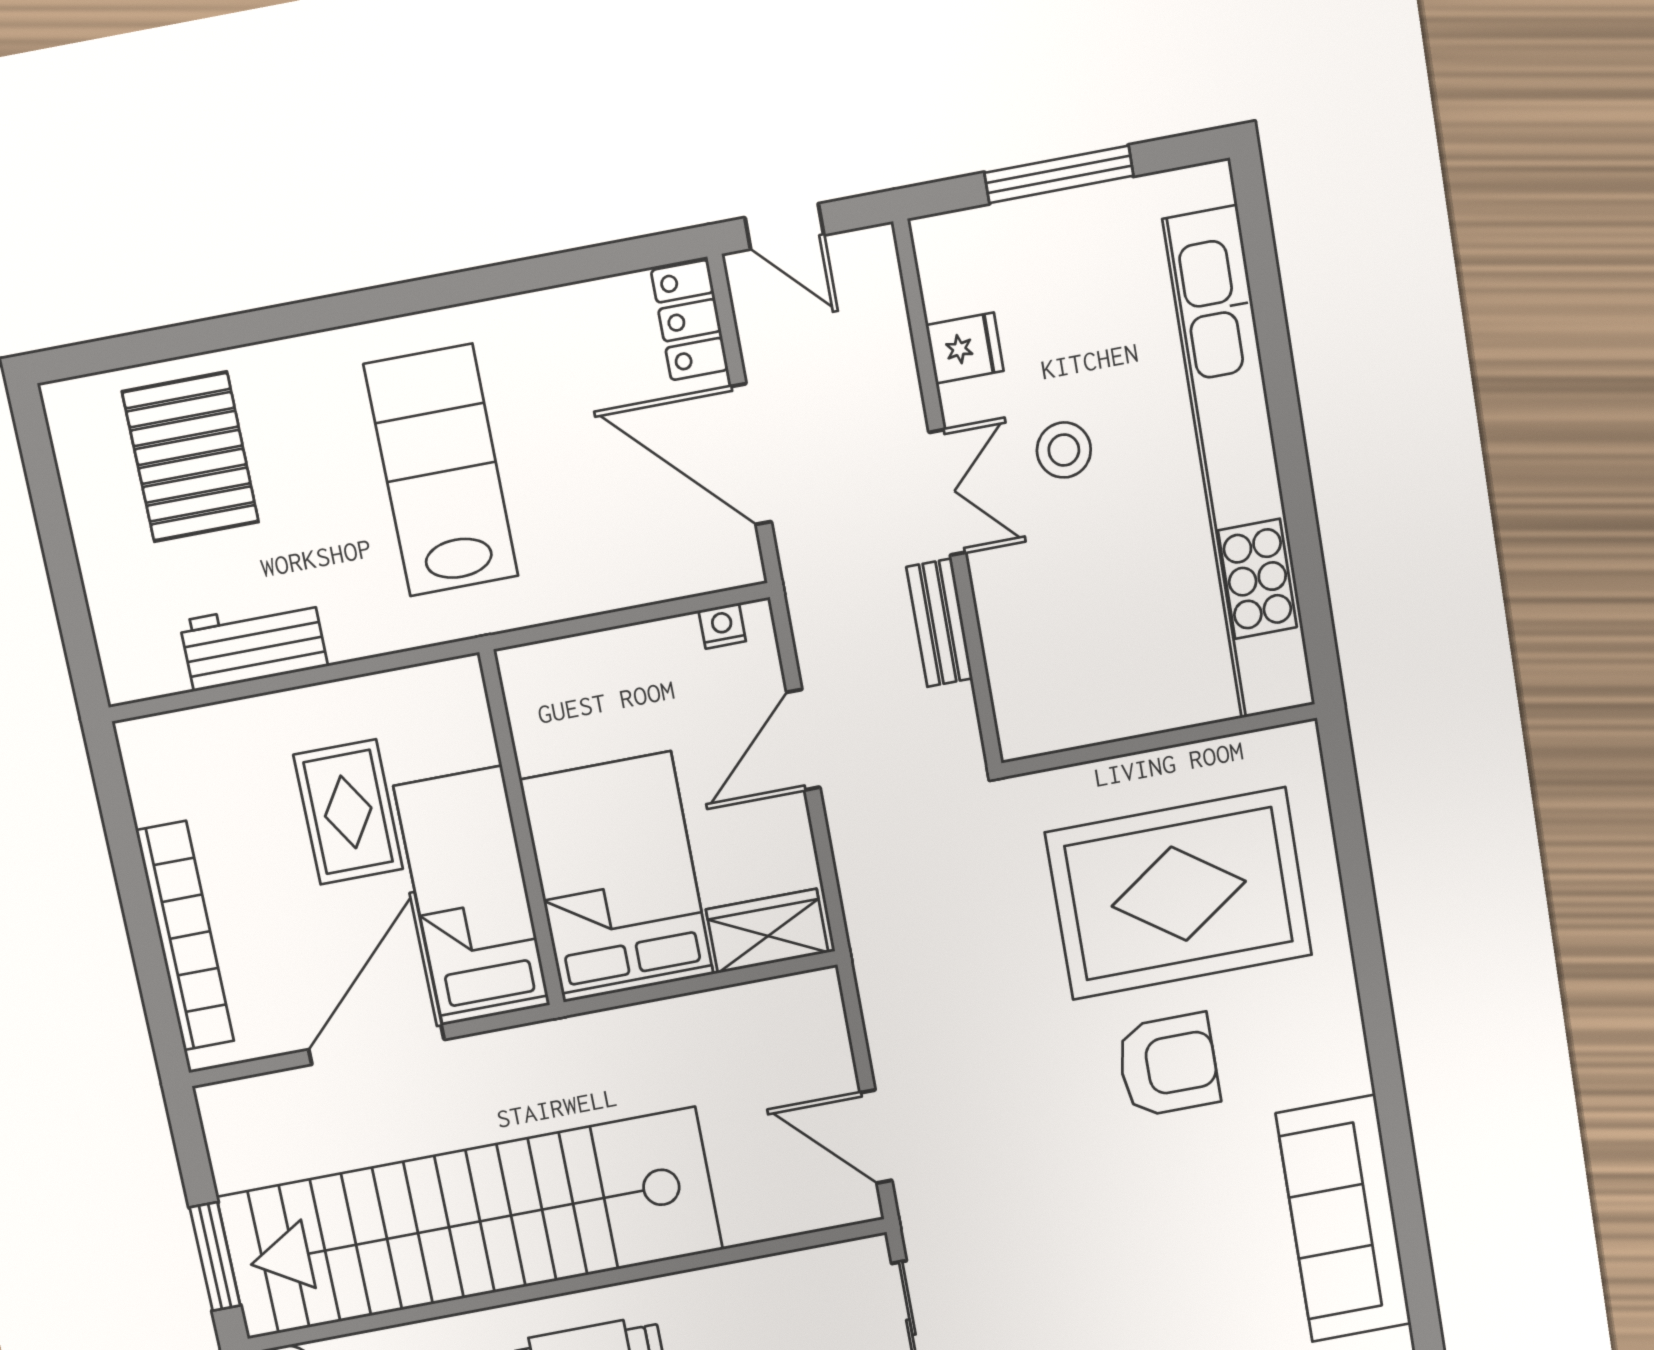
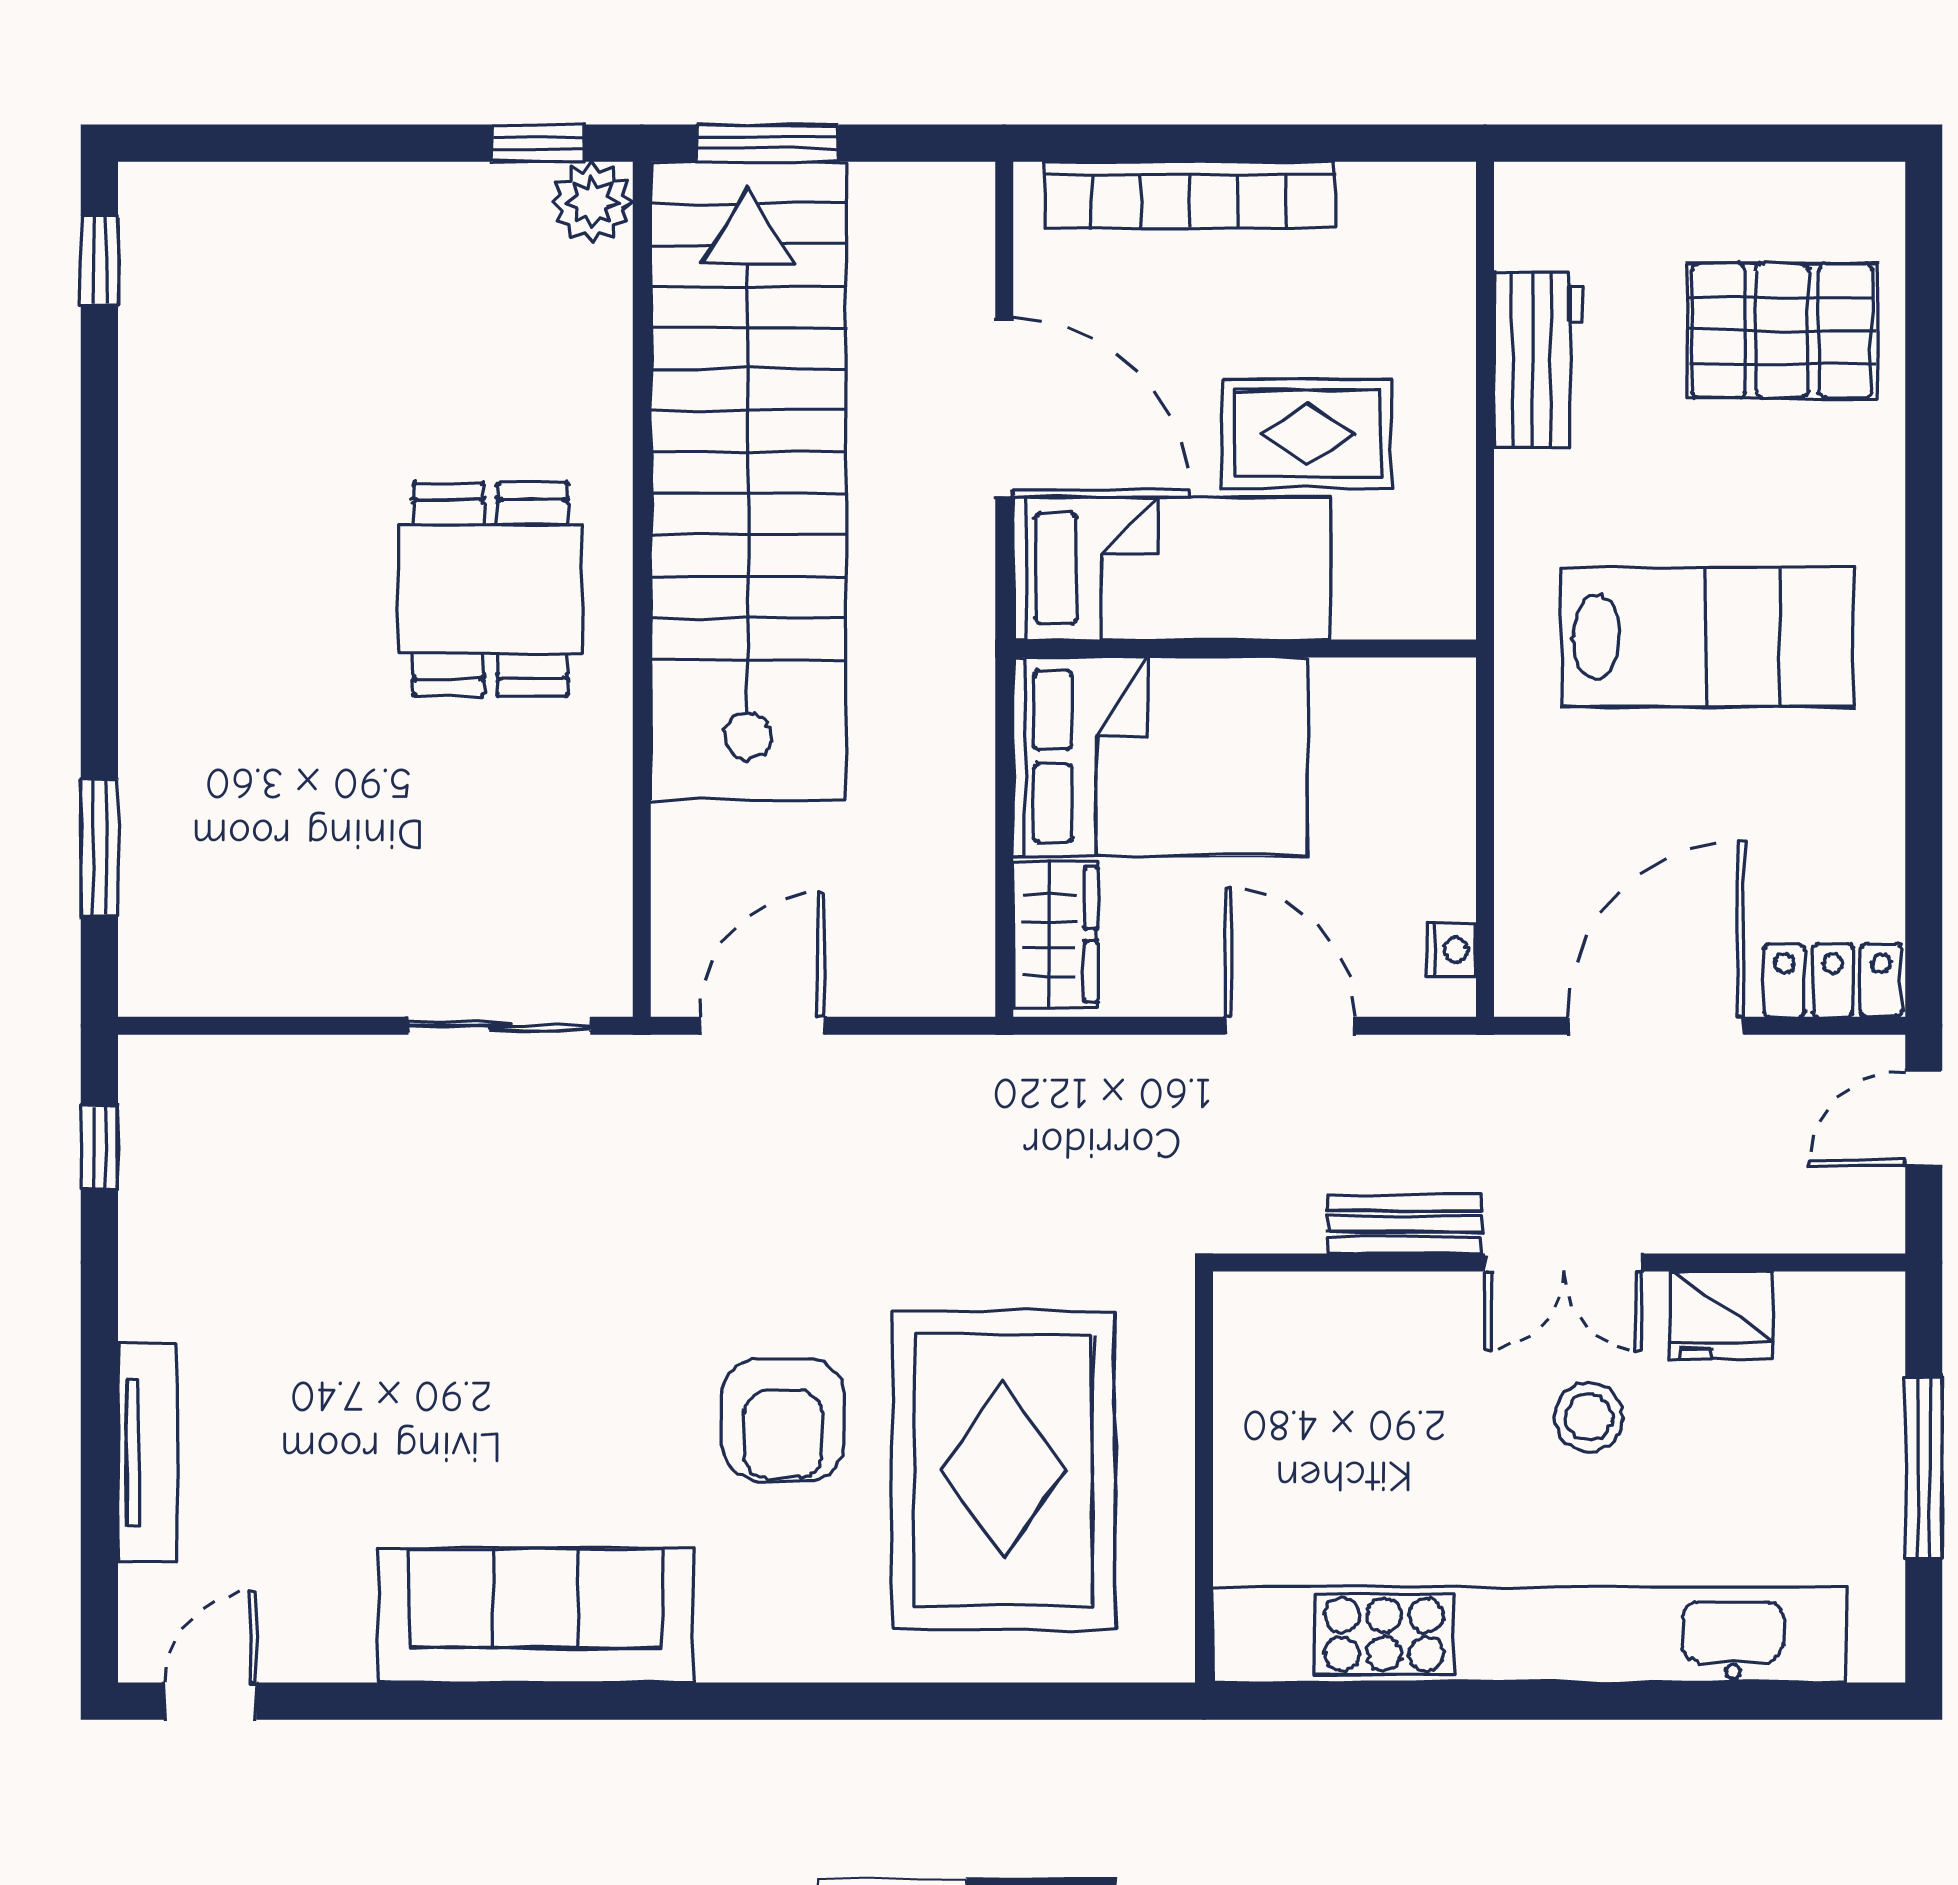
fridge: (965, 348) -> (1722, 1315), width x1.38

